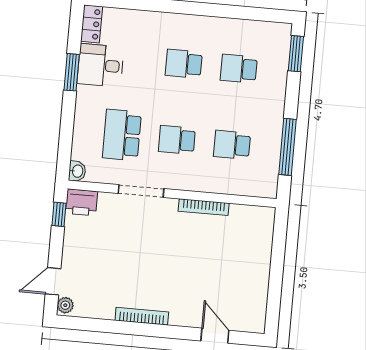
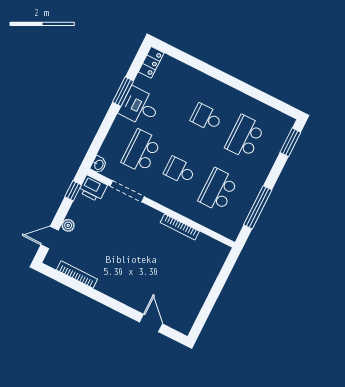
desk: (101, 65) -> (140, 107), moved
school desk: (239, 69) -> (245, 137), width x1.85
school desk: (232, 145) -> (218, 190), width x1.85
doorway: (141, 191) -> (127, 191), moved
plant: (65, 305) -> (68, 225), moved
bookcase: (142, 316) -> (77, 275), moved

